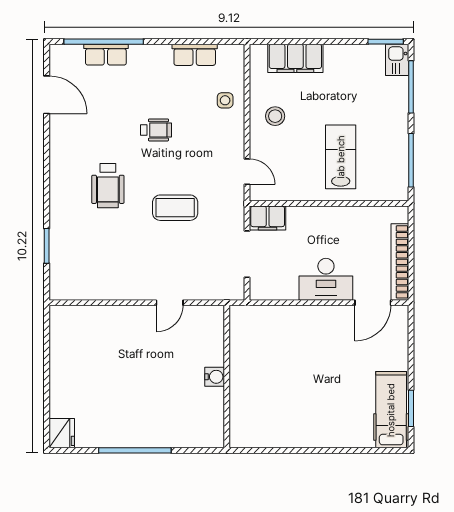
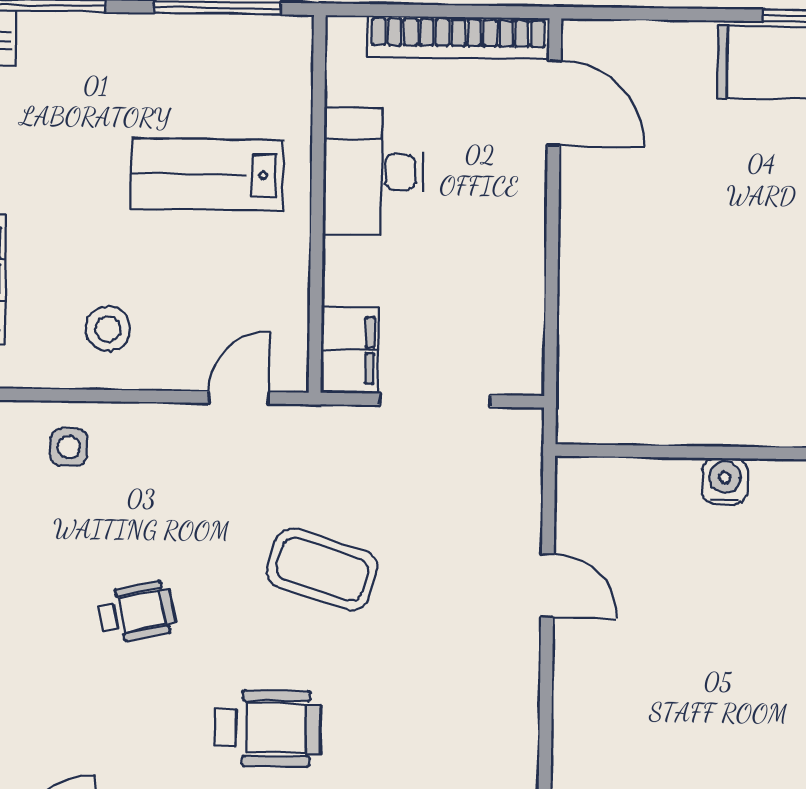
wheelchair: (156, 130) -> (137, 612), turned 78
coffee table: (175, 208) -> (322, 569), turned -73
desk: (326, 279) -> (373, 172), moved, turned 180

